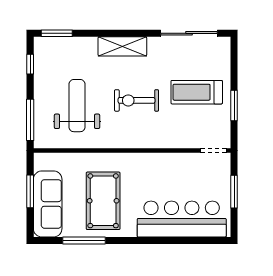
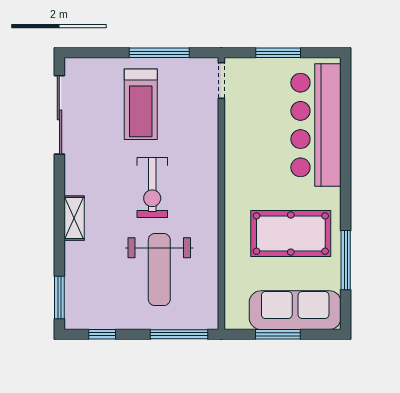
shelving: (122, 46) -> (74, 218), width x0.67, depth x0.75
weight bench: (77, 106) -> (159, 270), turned -90
window: (234, 106) -> (159, 53), width x1.44

